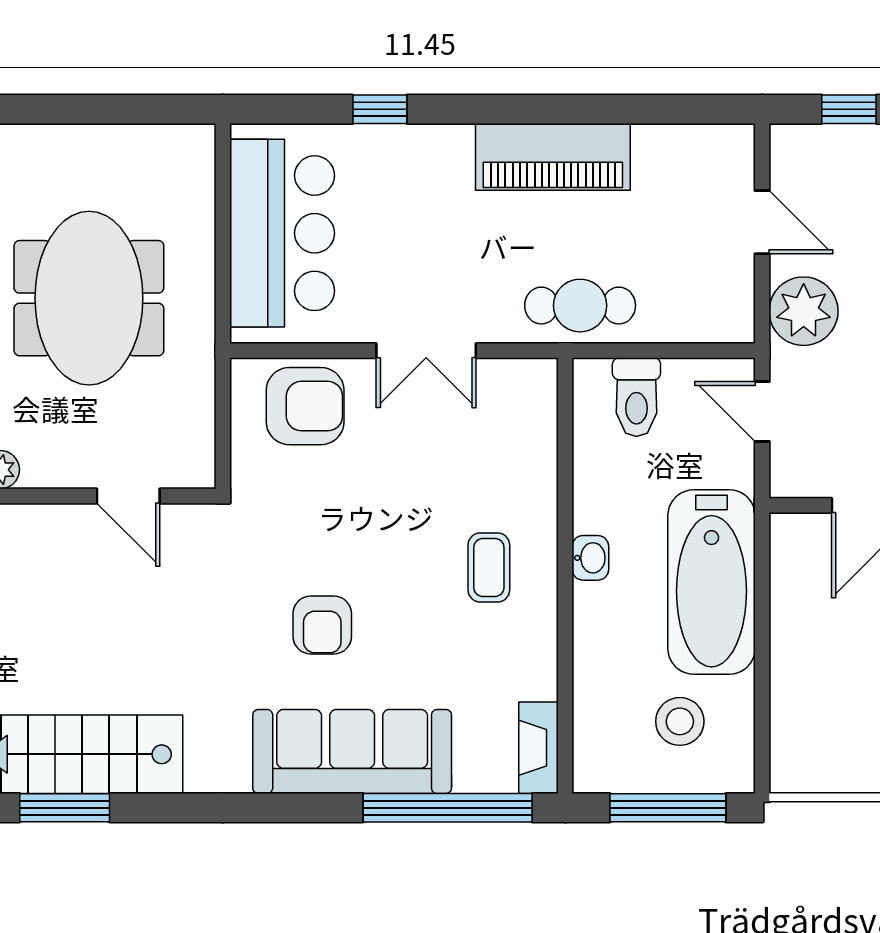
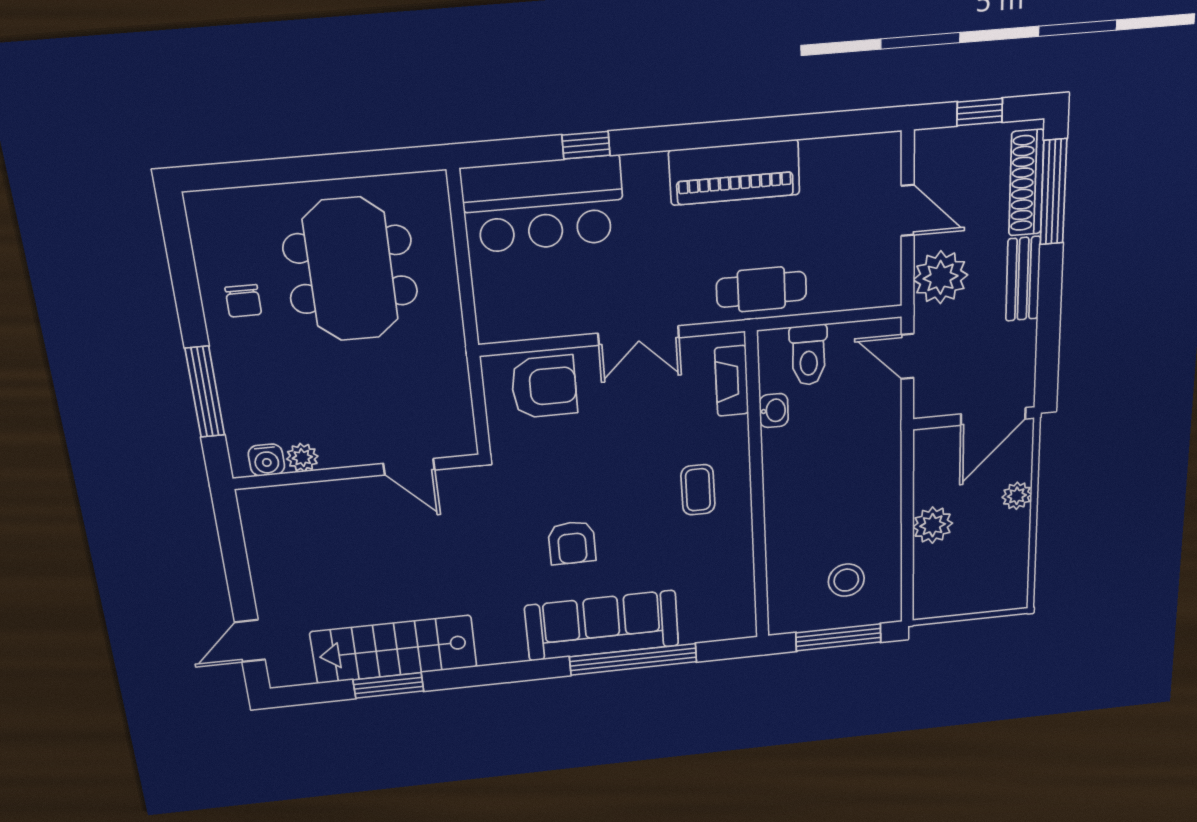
bar counter: (282, 233) -> (543, 204), moved, turned 90
meeting table: (89, 298) -> (351, 270), moved
washbasin: (590, 558) -> (774, 411), moved
bathtub: (712, 582) -> (869, 483), removed
plant: (796, 653) -> (933, 525), added
fireplace: (539, 748) -> (732, 381), moved
window: (448, 808) -> (633, 659), moved

